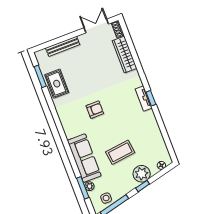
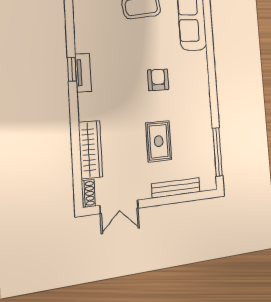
window: (40, 76) -> (218, 152), width x1.44
rug: (57, 84) -> (159, 141), moved
armchair: (95, 110) -> (158, 80), turned 90

